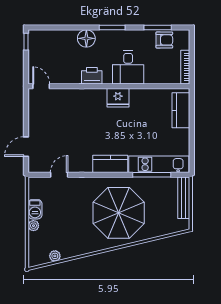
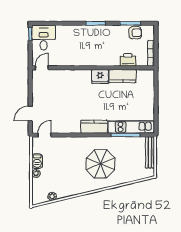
floor lamp: (86, 38) -> (76, 32), removed
desk: (128, 67) -> (44, 38), moved, turned 180
printer: (92, 76) -> (128, 60), moved
door: (41, 86) -> (42, 68), hinge flipped
kitchen counter: (181, 110) -> (123, 76), moved, turned -90
door: (59, 175) -> (44, 135), moved
parasol: (119, 213) -> (100, 164), width x0.73, depth x0.73

